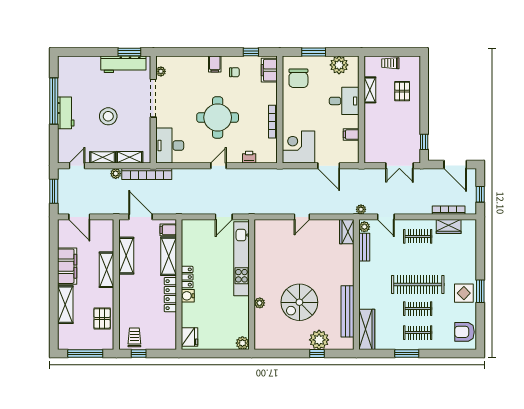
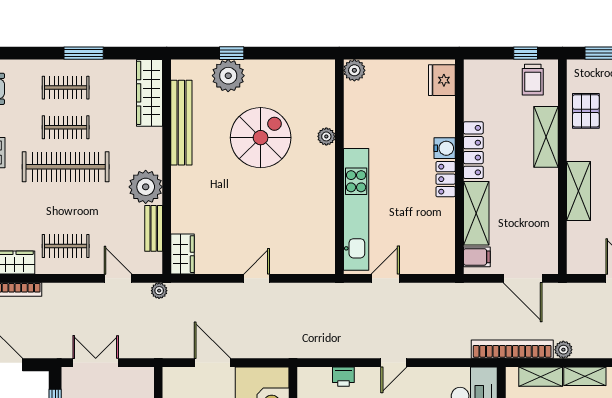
plant: (364, 227) -> (146, 187), moved, width x1.88, depth x1.88
shelving: (126, 256) -> (546, 137), moved

